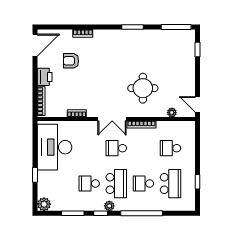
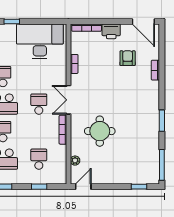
window: (198, 148) -> (39, 187), added

